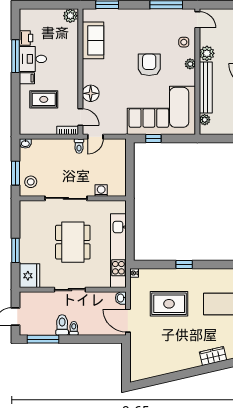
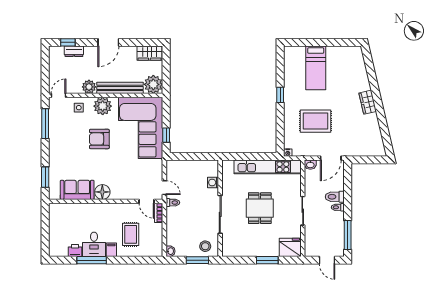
plant: (70, 16) -> (55, 210), removed
plant: (190, 64) -> (103, 106), width x1.87, depth x1.87
floor lamp: (91, 93) -> (102, 192), moved
door: (80, 117) -> (147, 201), swing flipped
plant: (205, 120) -> (153, 84), width x1.87, depth x1.87
dining table: (73, 242) -> (260, 208), width x0.73
window: (184, 265) -> (280, 95), moved
rug: (169, 304) -> (316, 121), turned 90
toilet: (62, 325) -> (335, 197), moved
wardrobe: (213, 356) -> (368, 102), moved

